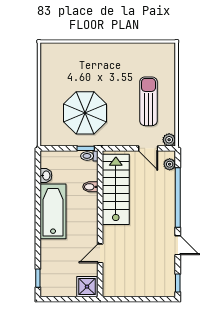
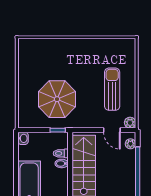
toilet: (89, 156) -> (61, 153), moved
washbasin: (46, 175) -> (23, 138), moved

